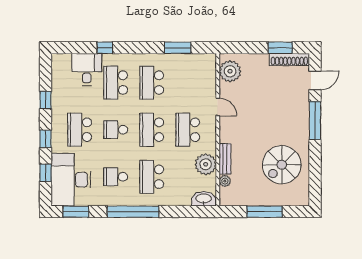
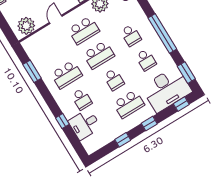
school desk: (116, 83) -> (82, 99), width x0.54
window: (45, 173) -> (181, 104), moved
school desk: (152, 177) -> (131, 35), width x0.54

